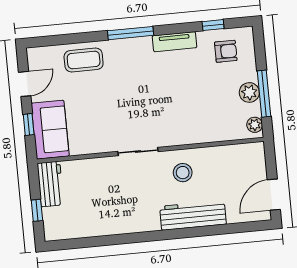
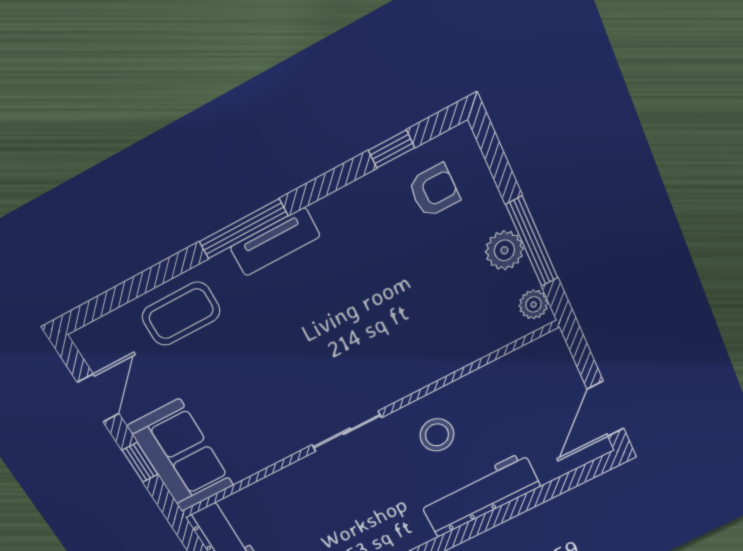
tv unit: (175, 42) -> (275, 242), moved

